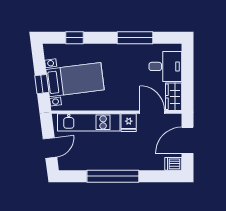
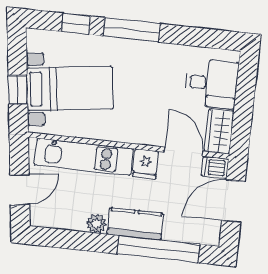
window: (135, 38) -> (131, 30), moved
kitchen counter: (126, 162) -> (135, 224), added
plant: (101, 164) -> (97, 224), added
dishwasher: (173, 164) -> (215, 167), moved
window: (113, 176) -> (159, 249), moved

